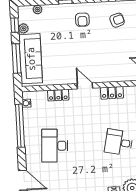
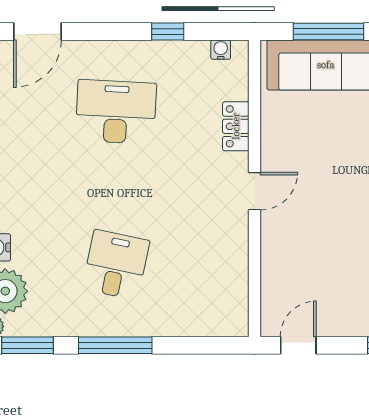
locker: (112, 93) -> (235, 255), removed
window: (20, 126) -> (168, 31), width x0.32

